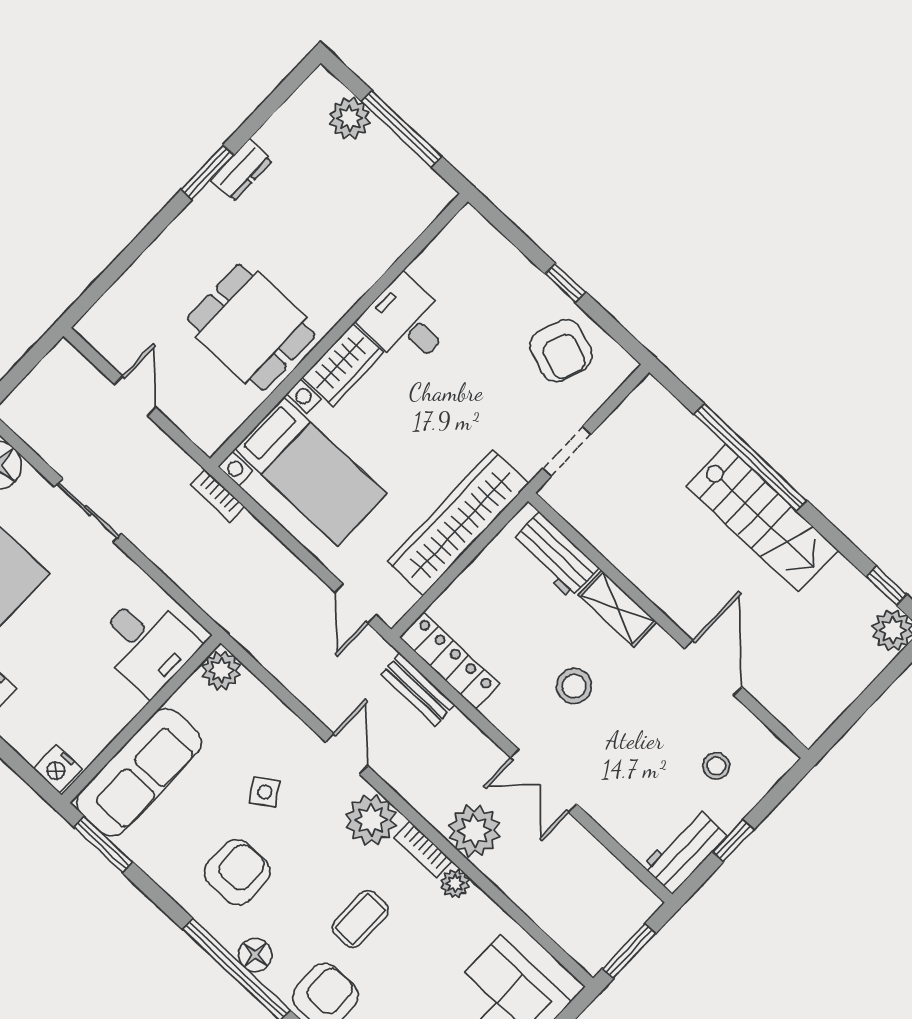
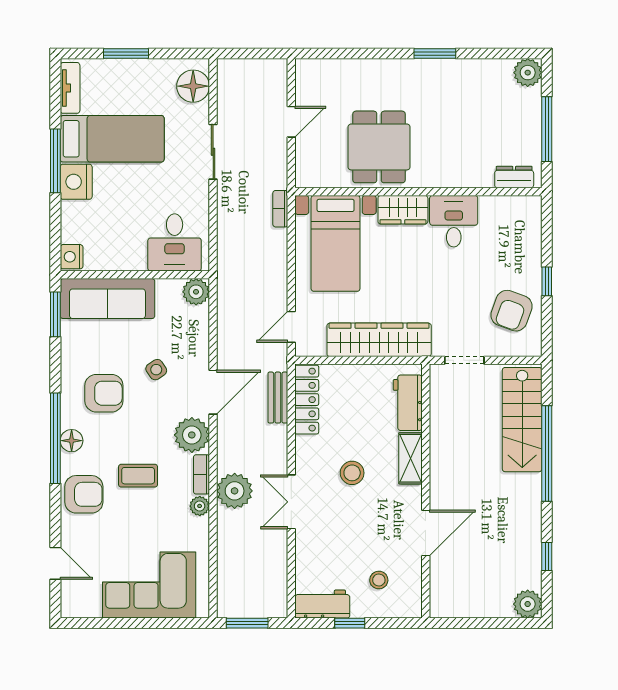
plant: (350, 118) -> (528, 73), moved
dresser: (241, 170) -> (514, 177), moved, turned 180
stairs: (762, 518) -> (522, 420), moved
window: (886, 586) -> (547, 557), moved
door: (346, 754) -> (213, 392), width x1.38

